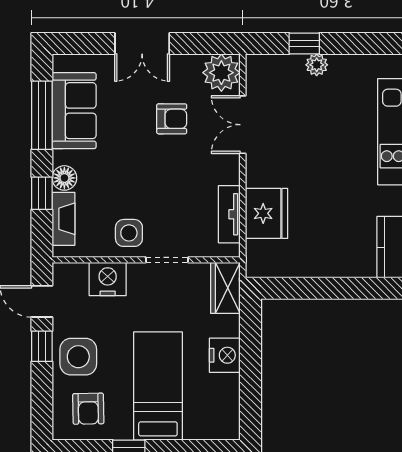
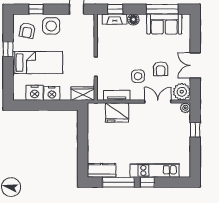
double door: (142, 44) -> (195, 66), moved
plant: (317, 65) -> (185, 108), moved
window: (42, 193) -> (115, 9), moved
side table: (129, 233) -> (138, 76), moved
nightstand: (108, 279) -> (35, 93), moved, turned 90
window: (42, 346) -> (36, 9), moved
armchair: (88, 409) -> (27, 31), turned -78

